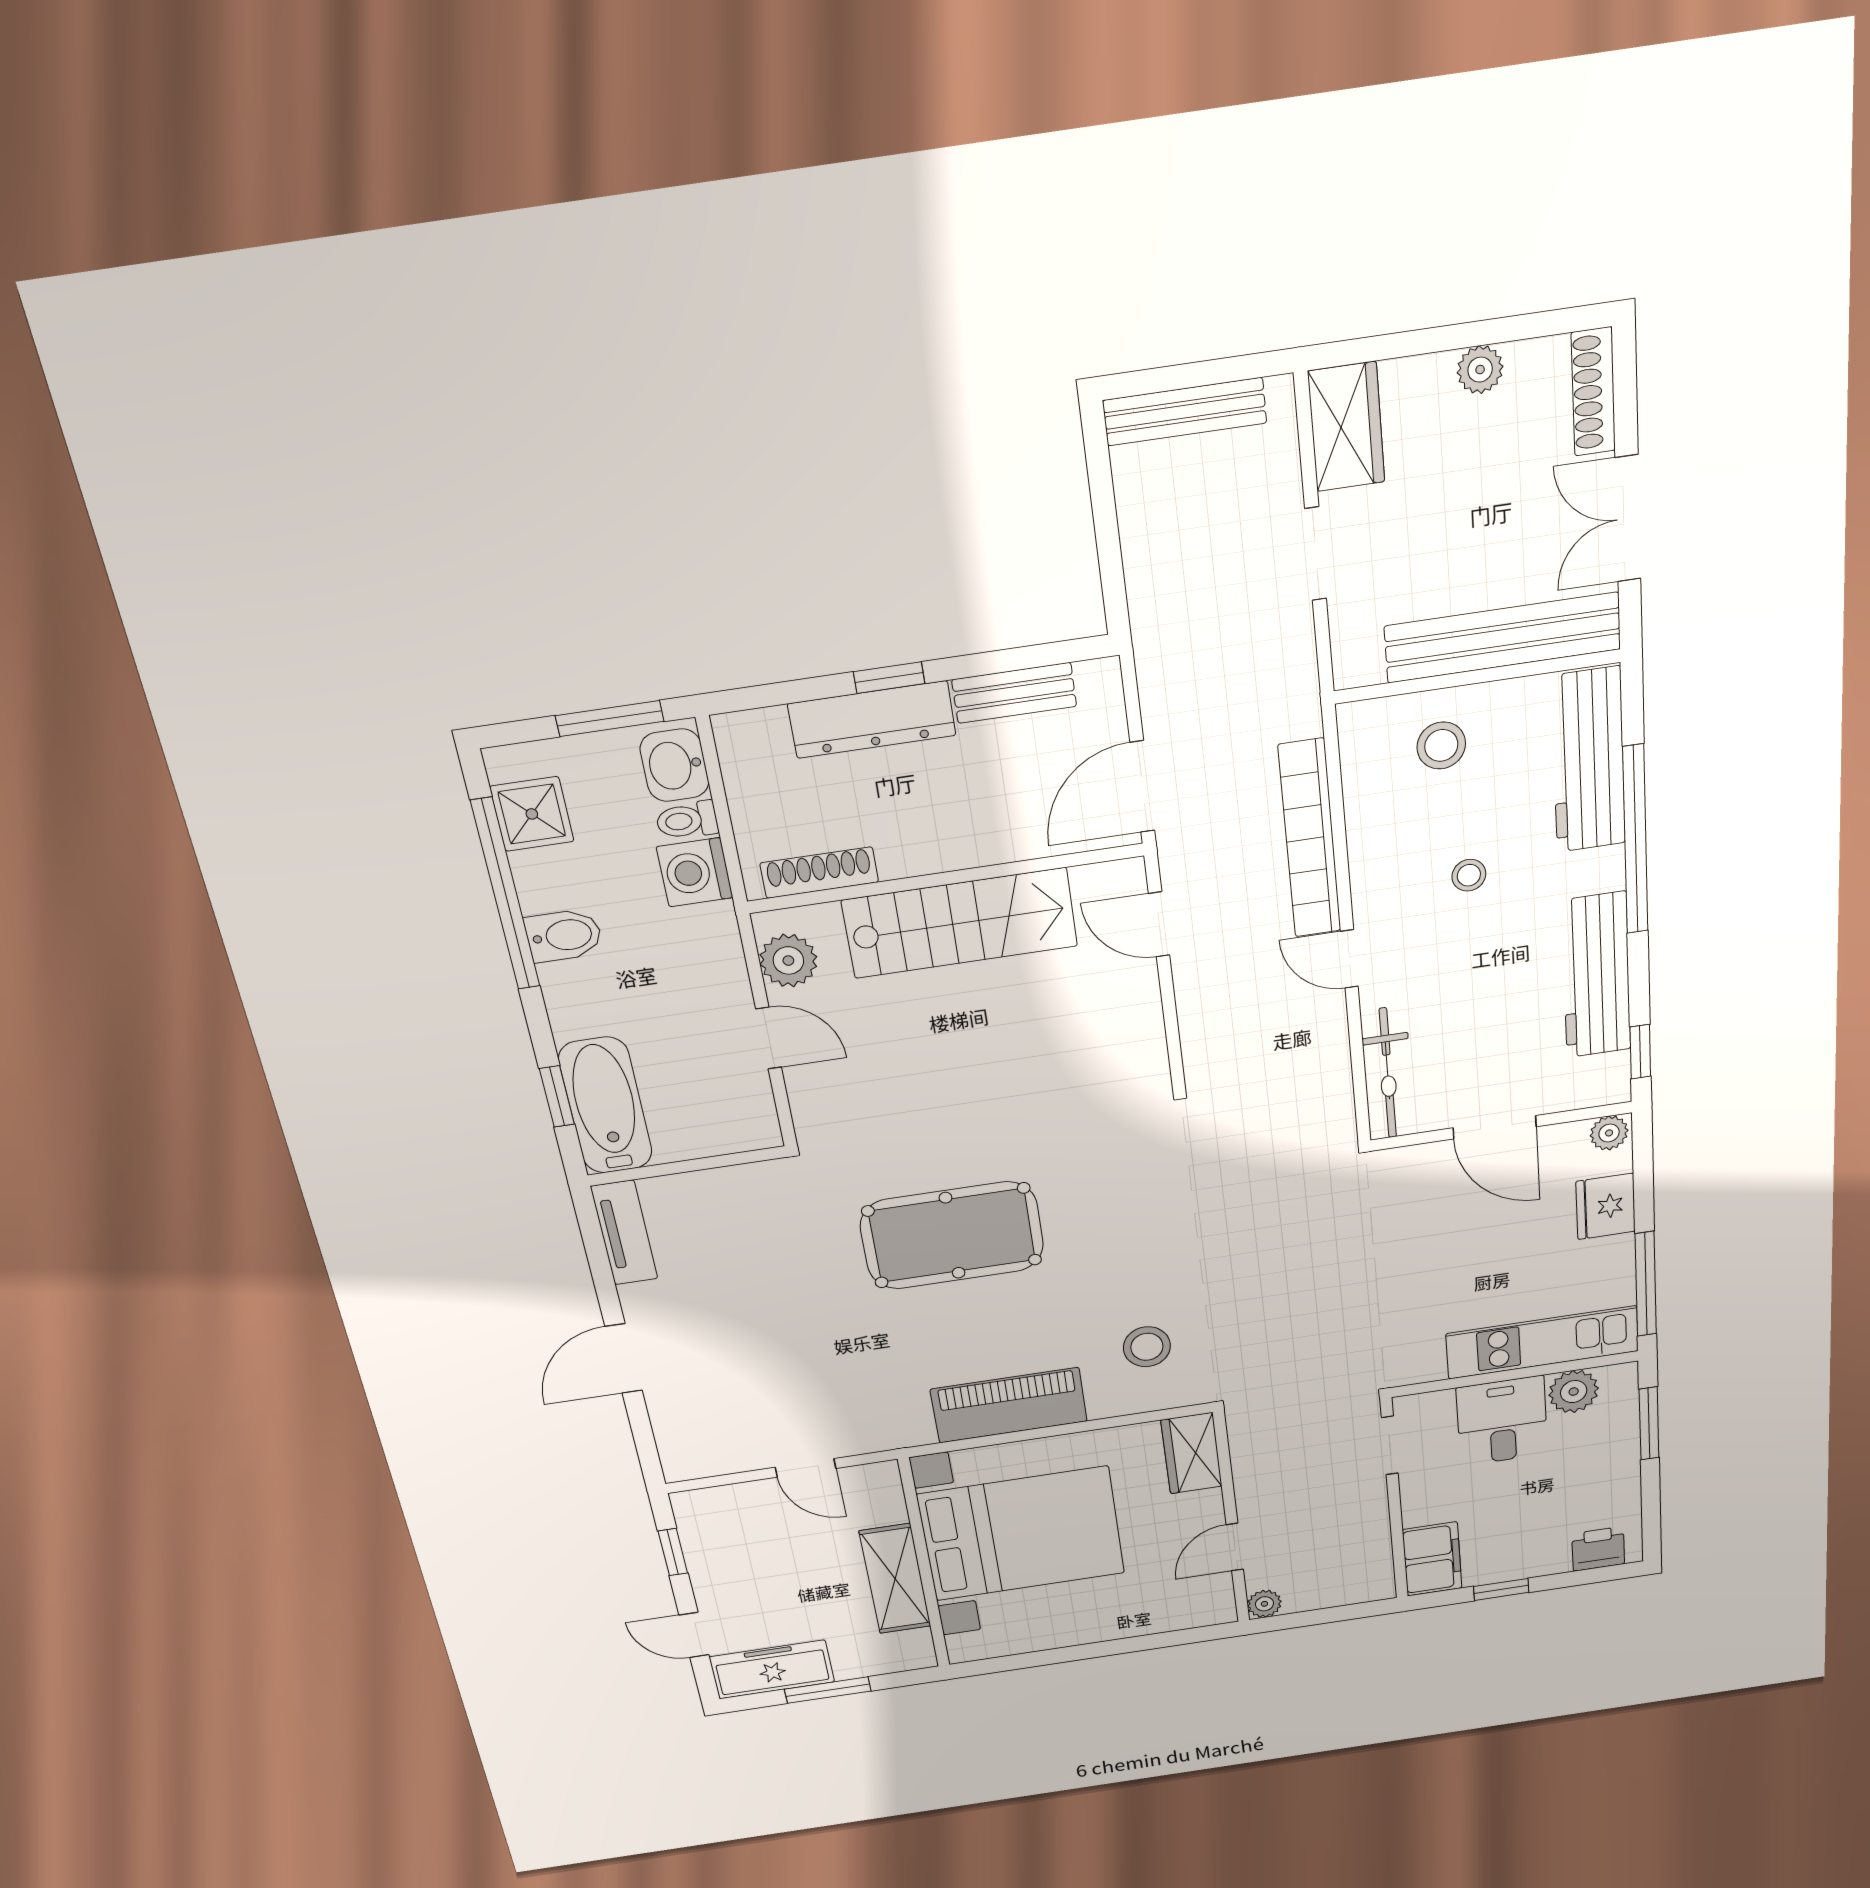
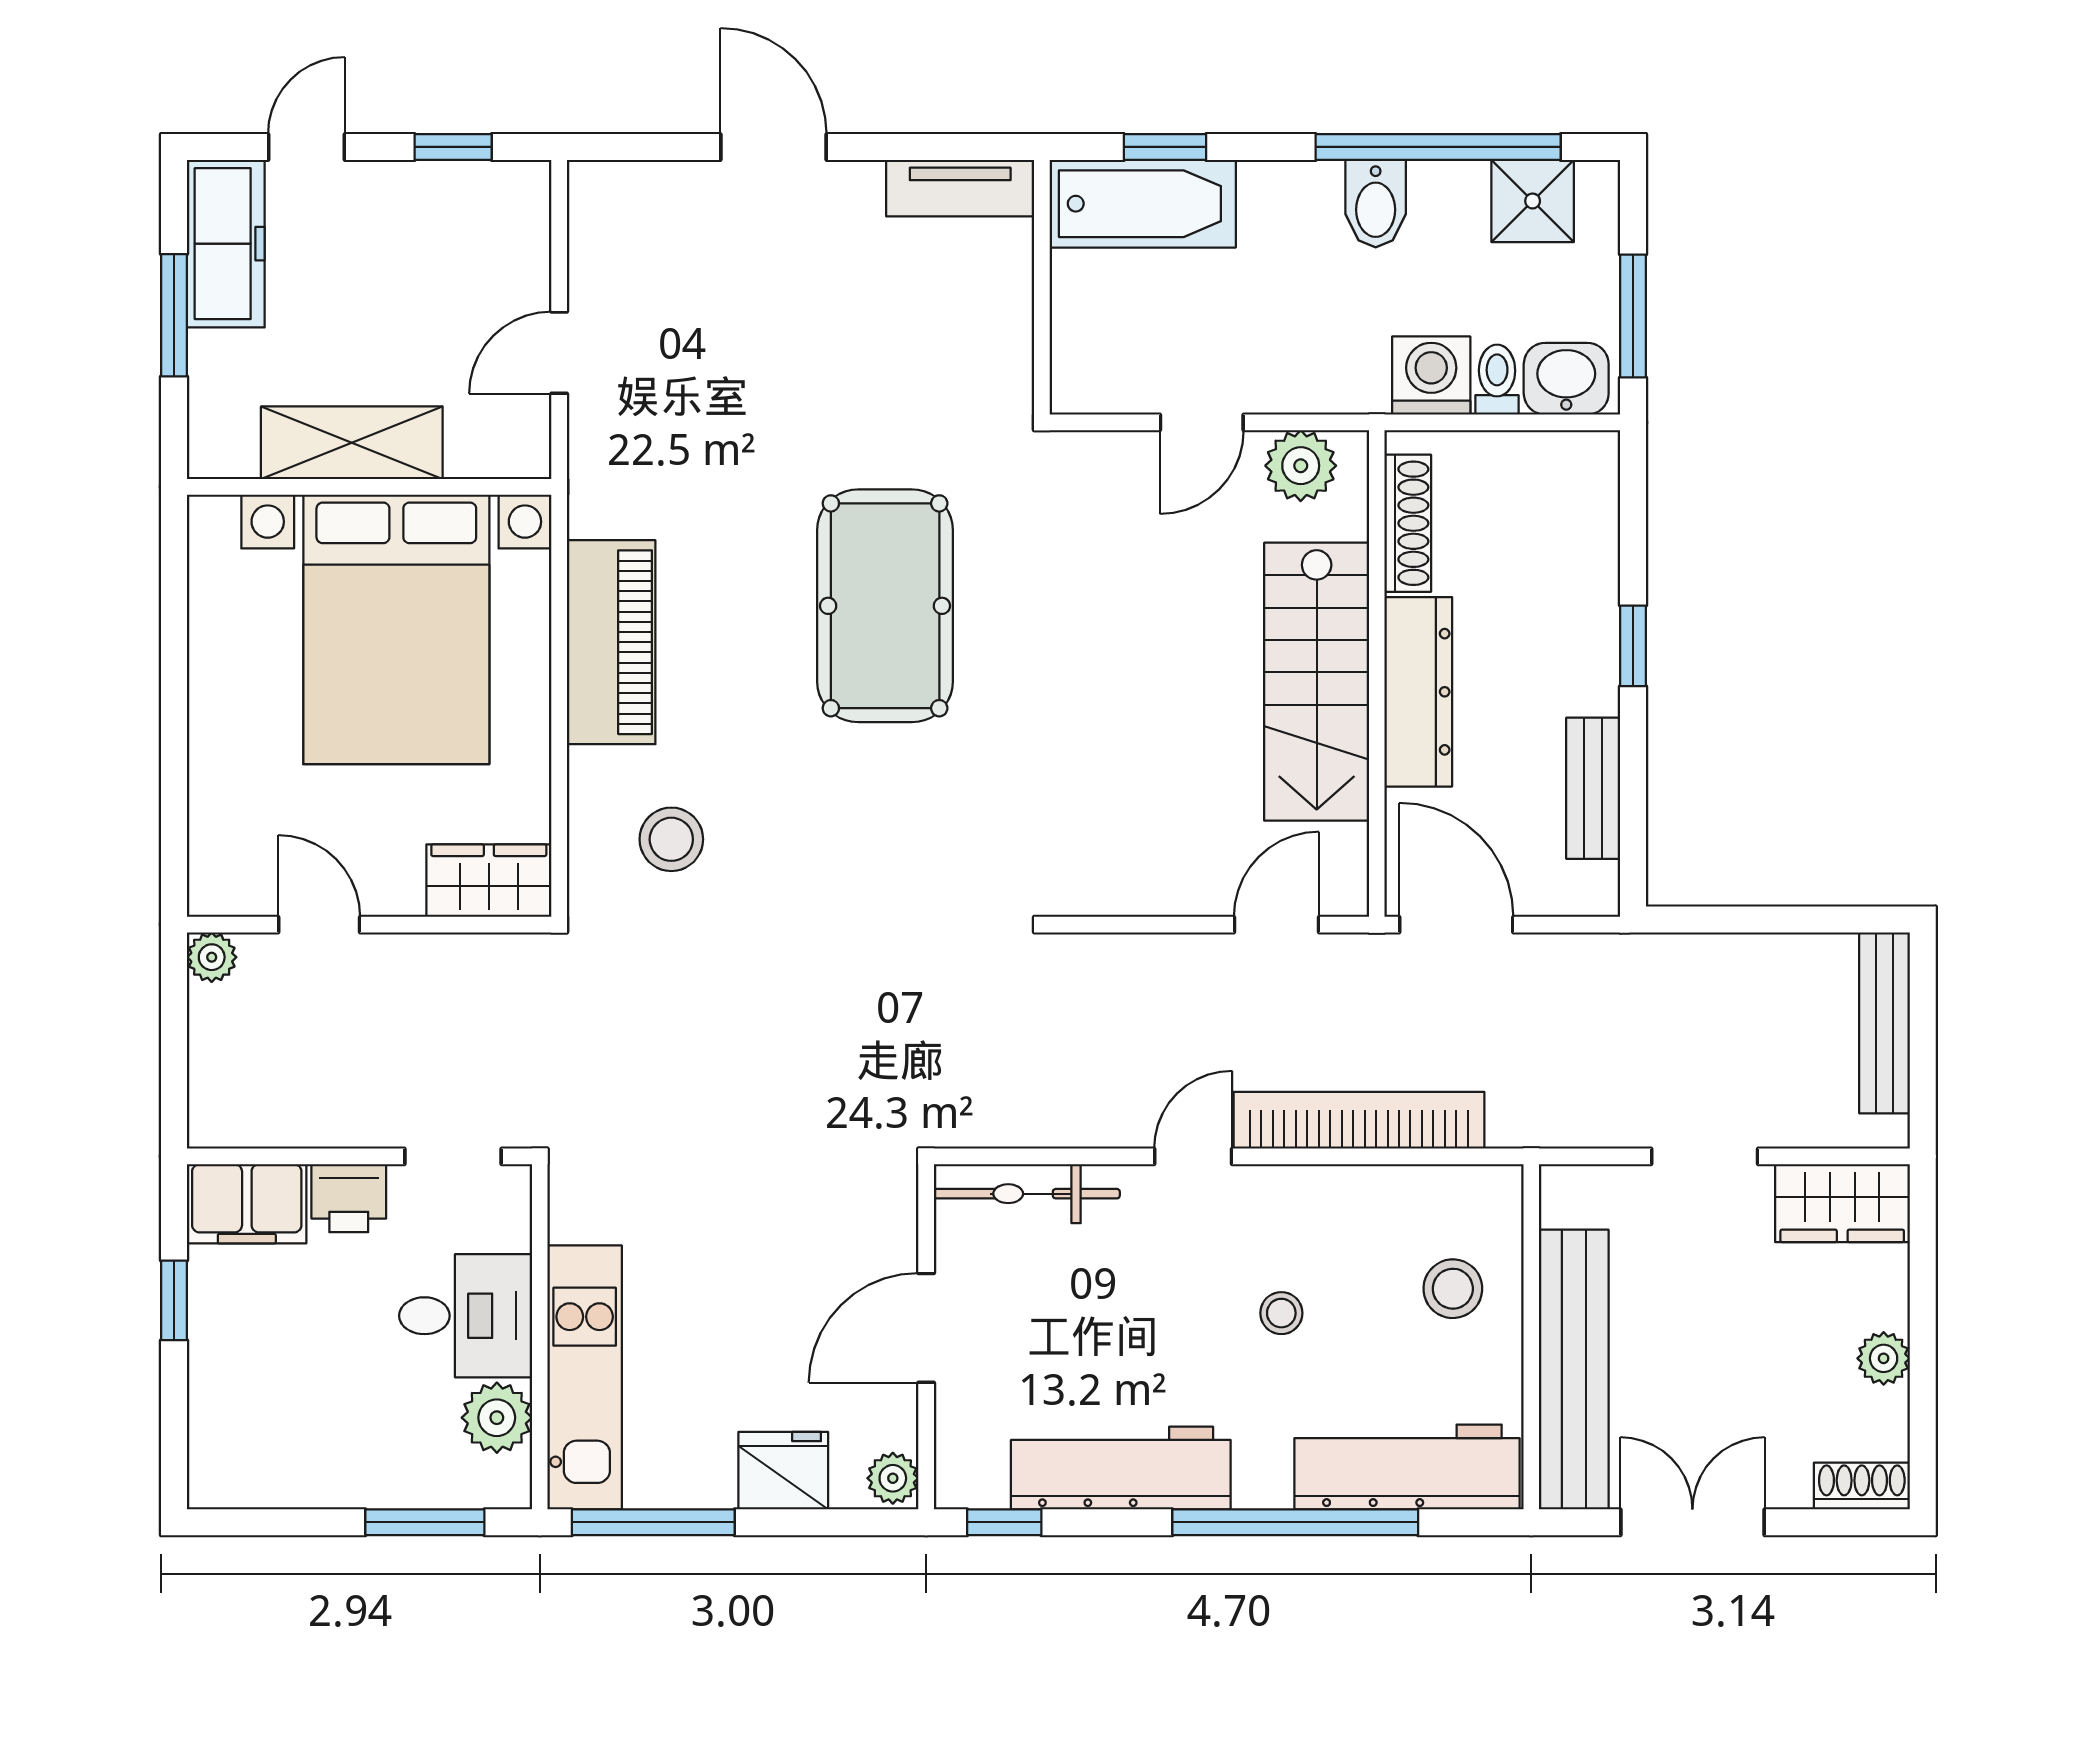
shoe rack: (1593, 392) -> (1862, 1486), width x0.70
dresser: (872, 720) -> (1418, 692), moved, turned 180
printer: (1598, 1549) -> (349, 1198), moved, turned 90

